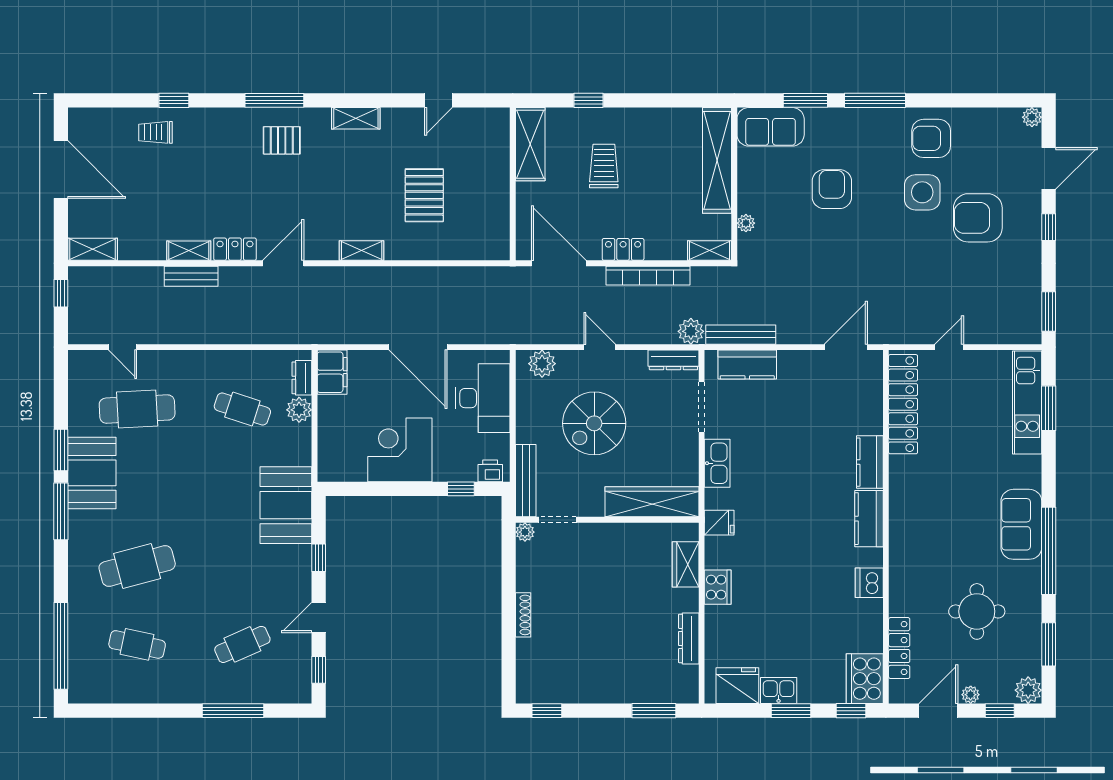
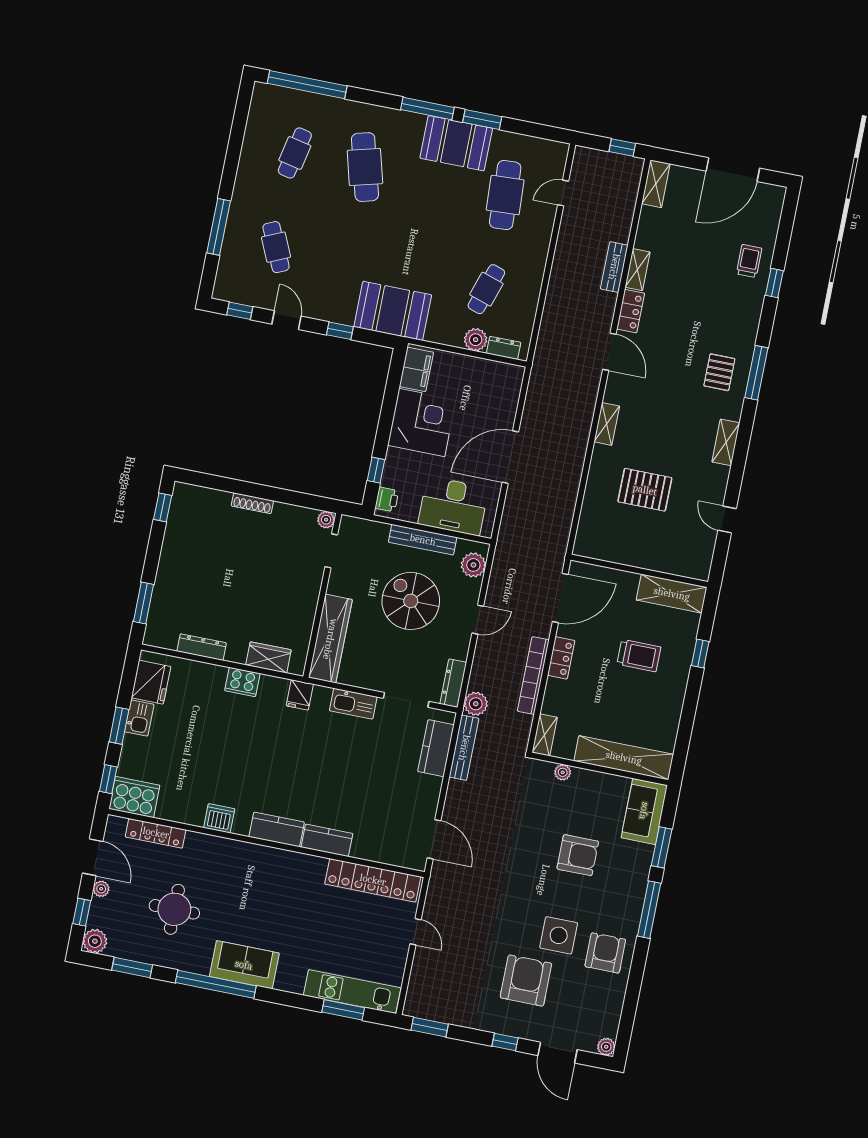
filing cabinet: (332, 372) -> (416, 369), moved, turned -90
bench: (526, 481) -> (423, 540), moved

